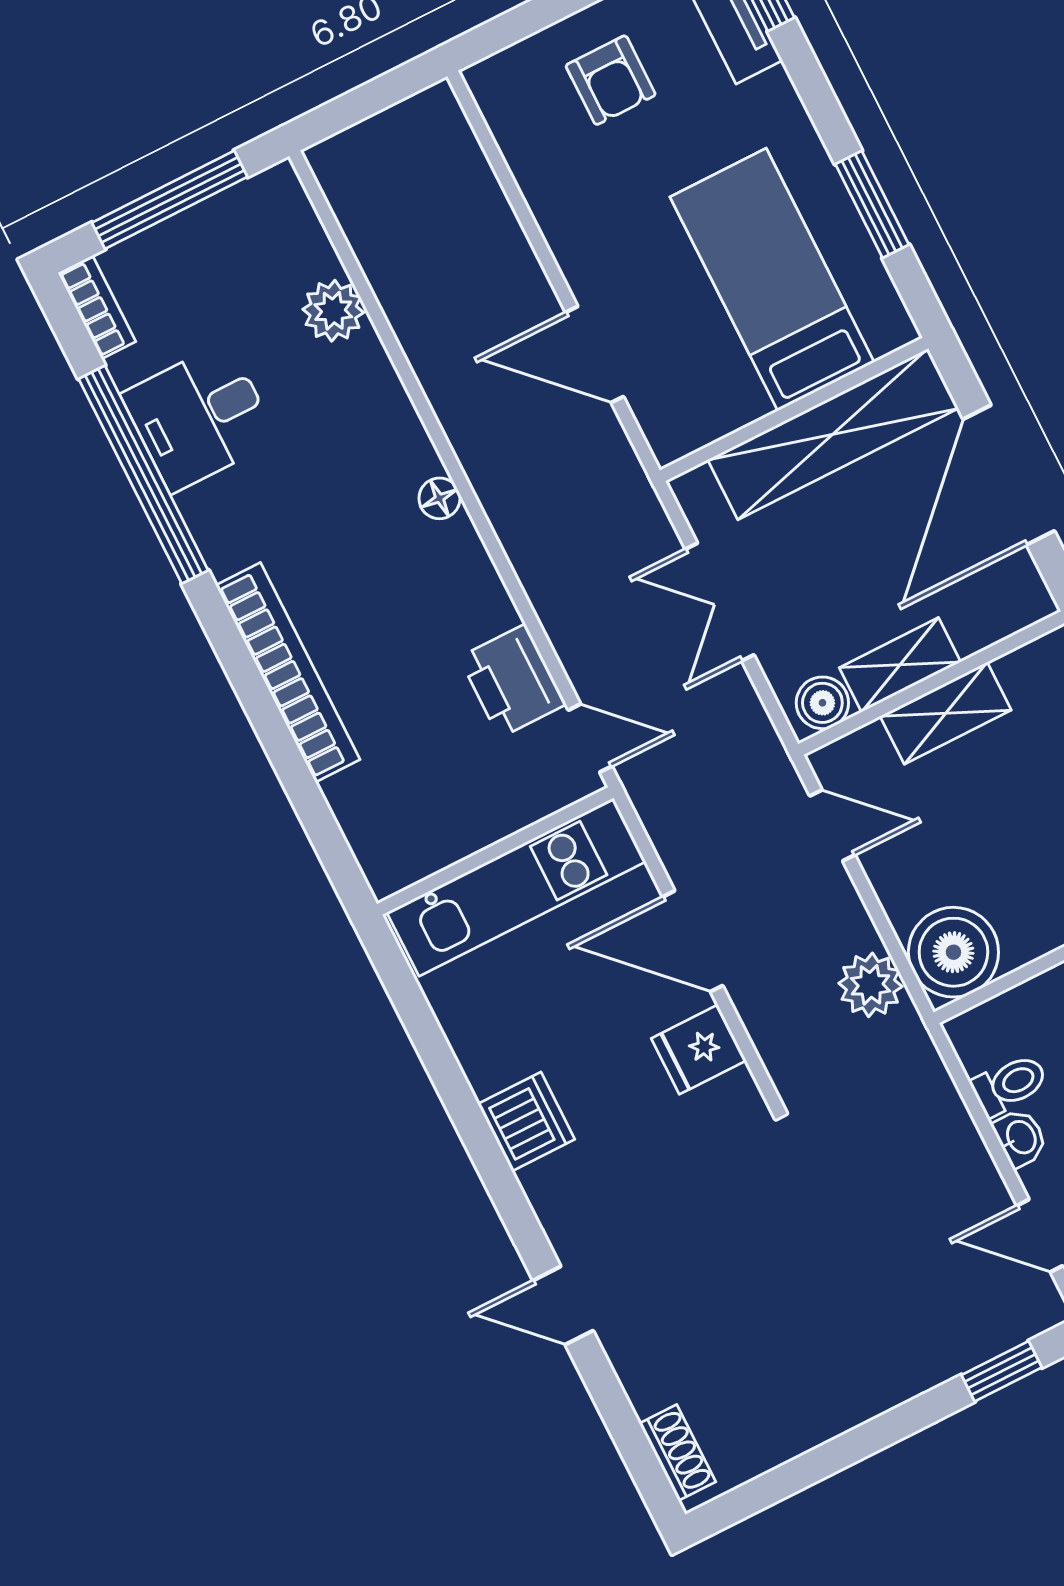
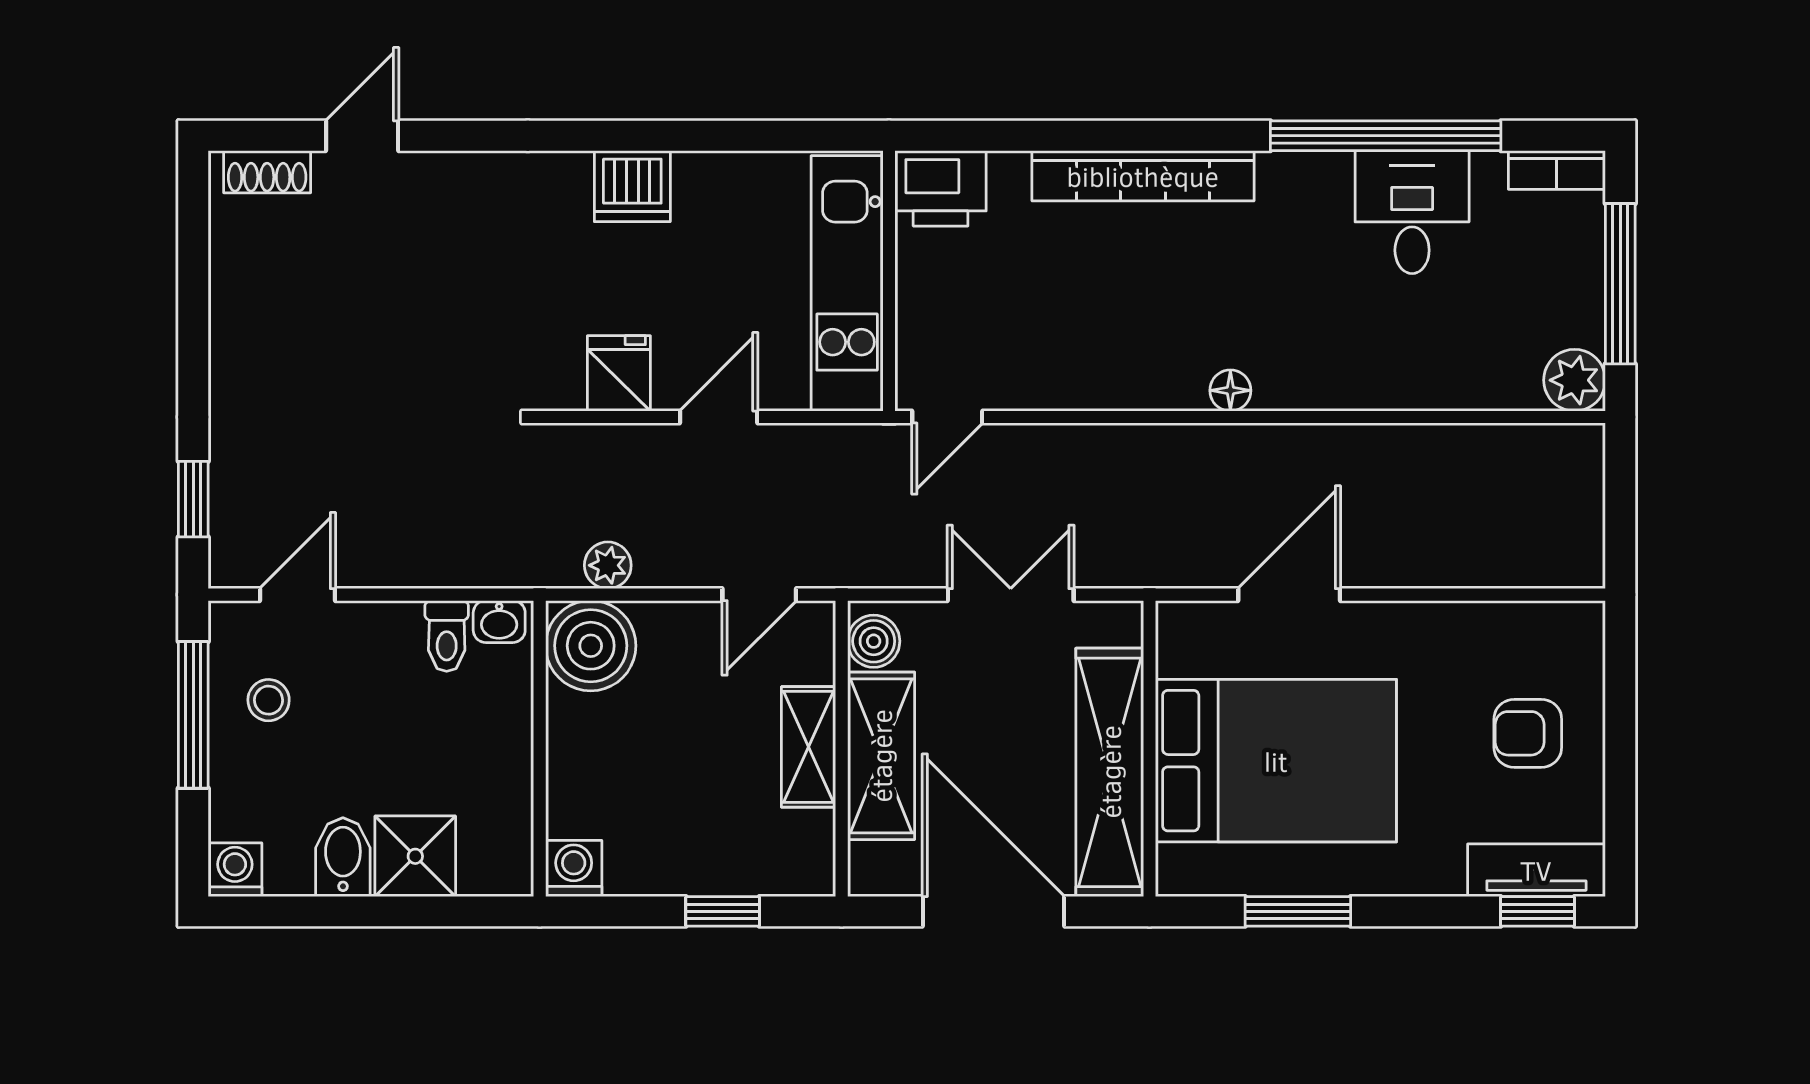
bed: (772, 280) -> (1276, 761), width x1.50
plant: (333, 311) -> (1575, 380), moved
shelving: (900, 665) -> (881, 756), width x1.50, depth x1.33
printer: (513, 681) -> (941, 188), moved, turned 180
door: (693, 941) -> (719, 417), width x0.73
plant: (871, 985) -> (608, 565), width x0.73, depth x0.73
washbasin: (1020, 1138) -> (499, 622), moved
door: (563, 1306) -> (362, 136), moved

